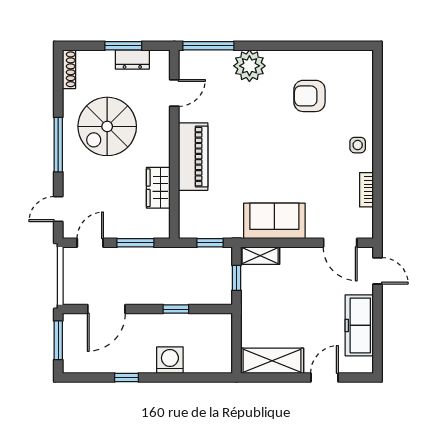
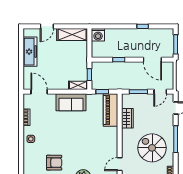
spiral stairs: (107, 126) -> (152, 148), turned -90
piano: (193, 157) -> (110, 110), moved
door: (377, 271) -> (21, 78), removed
door: (106, 309) -> (152, 60), swing flipped
washing machine: (170, 360) -> (98, 35), moved

